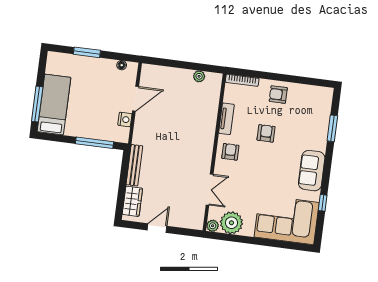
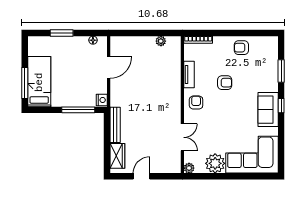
armchair: (278, 94) -> (241, 48), moved
nightstand: (125, 119) -> (102, 100), moved
armchair: (266, 133) -> (225, 83), turned 90
window: (323, 203) -> (281, 106), moved
plant: (231, 223) -> (215, 163), moved

